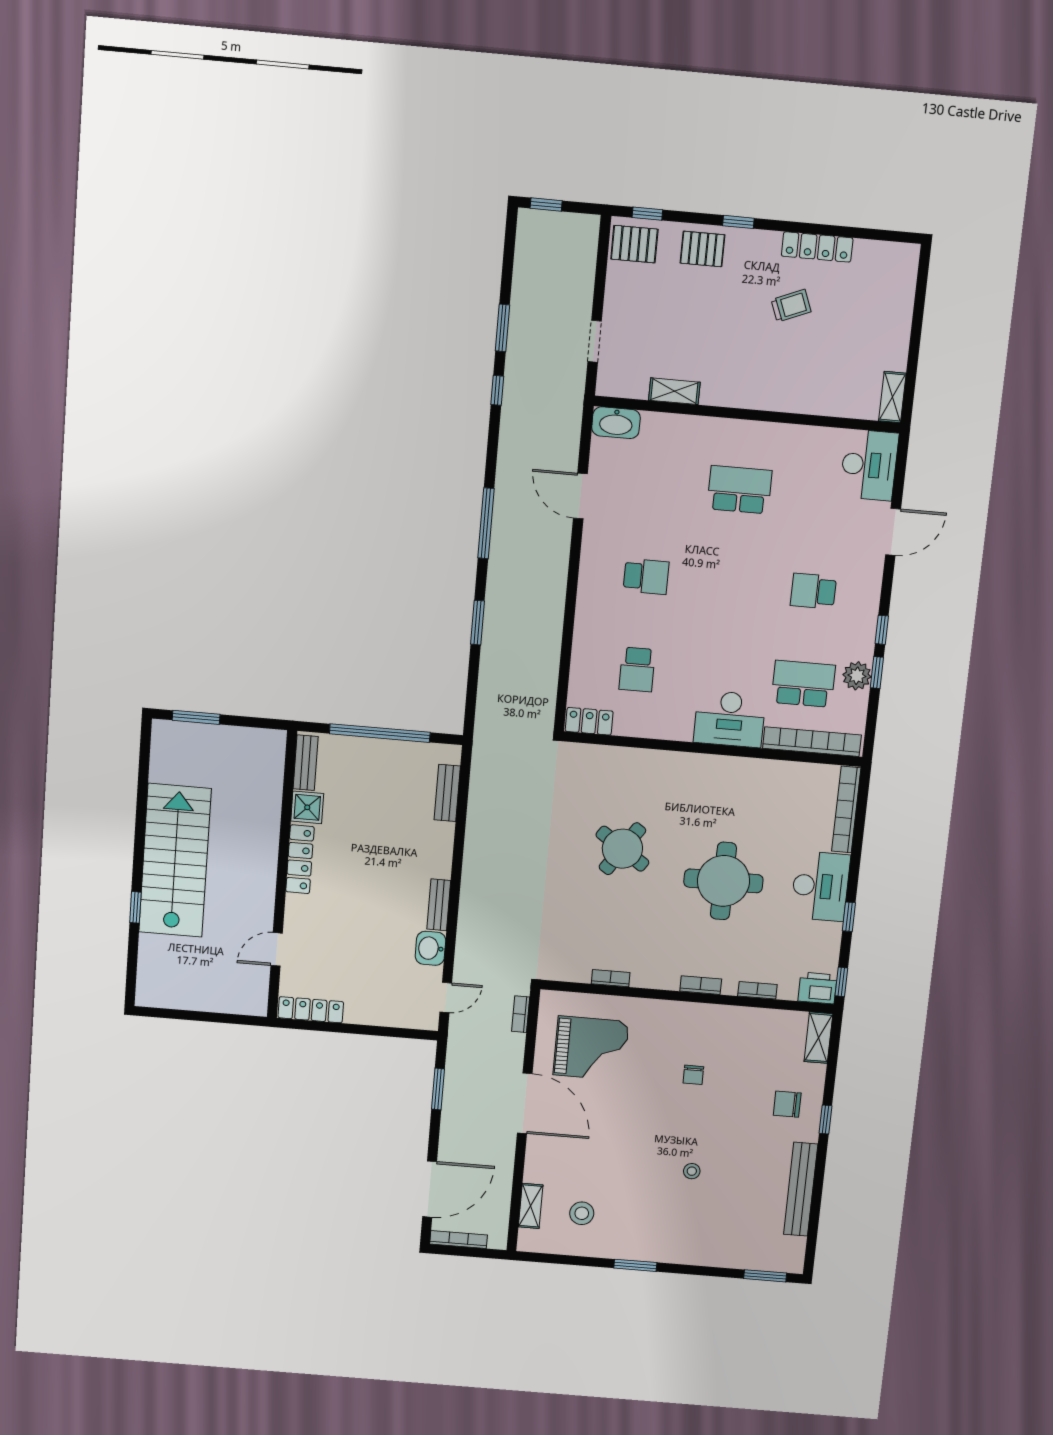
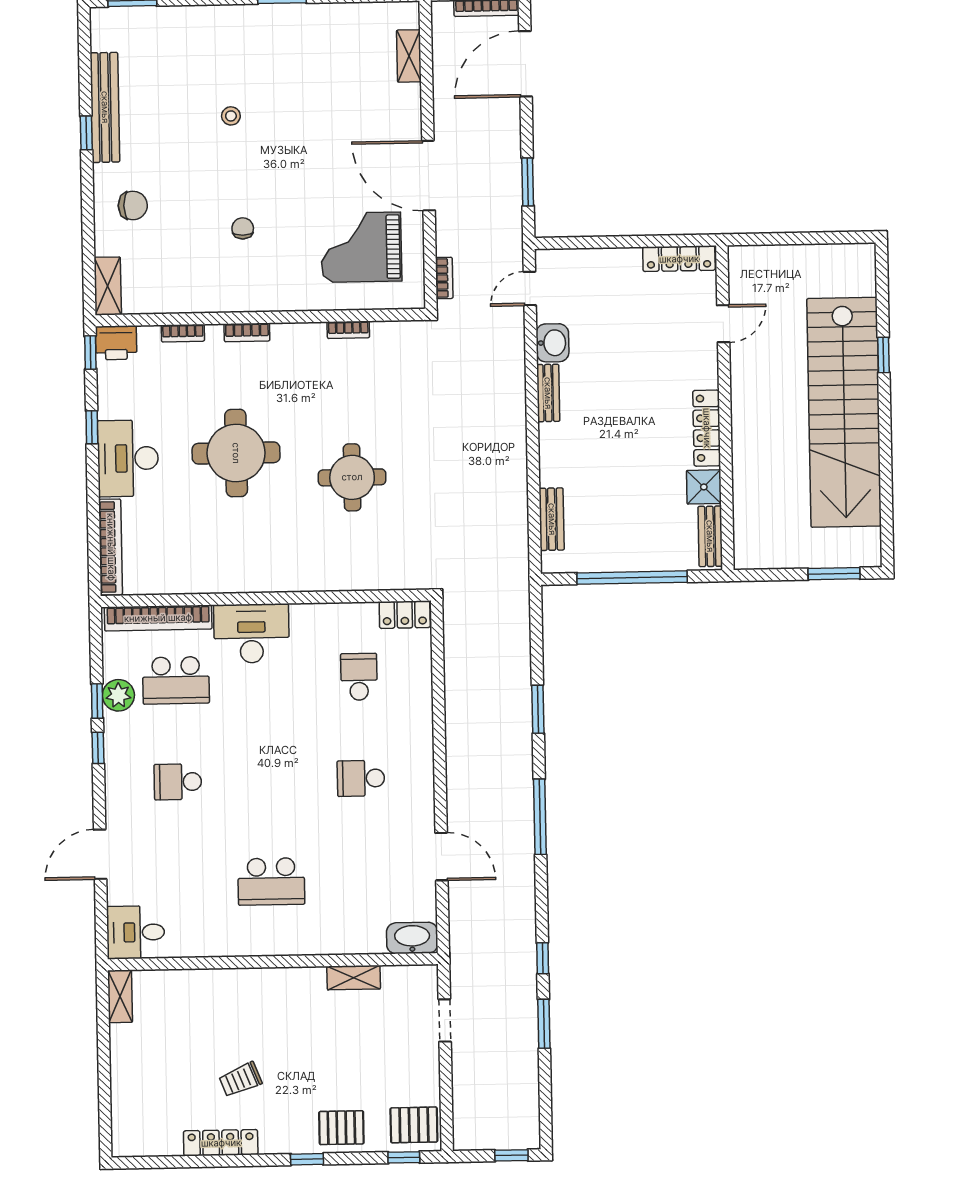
desk: (869, 465) -> (136, 932), width x0.73
school desk: (813, 591) -> (178, 782), turned 180
round table: (622, 849) -> (352, 477), turned -34
stairs: (175, 860) -> (844, 412), width x1.36
window: (826, 1120) -> (86, 133), moved
stool: (582, 1213) -> (350, 53), removed

